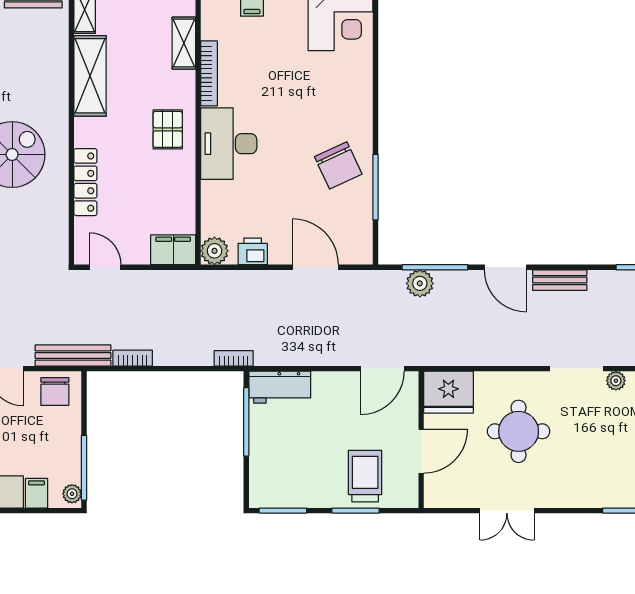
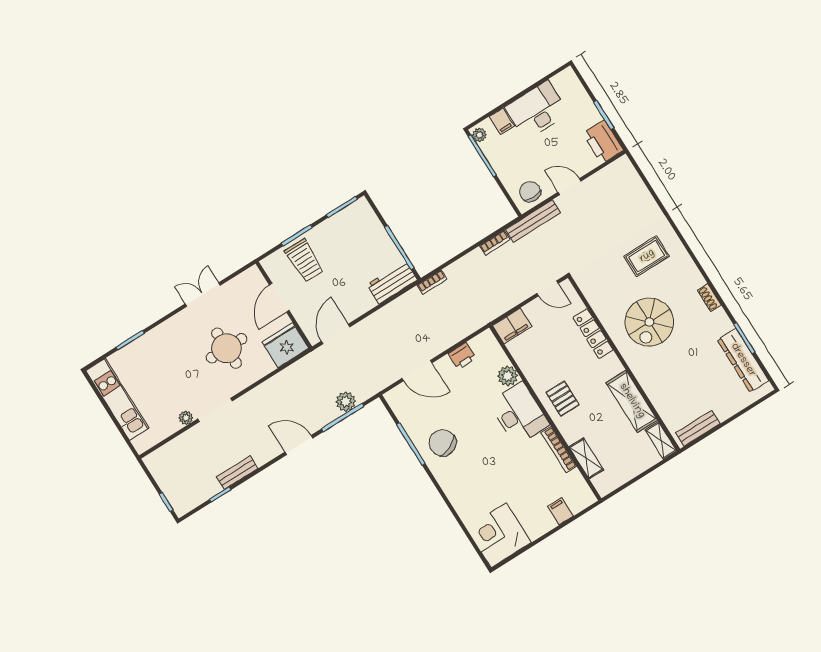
plant: (214, 251) -> (508, 376), moved
bench: (560, 280) -> (237, 473), moved

